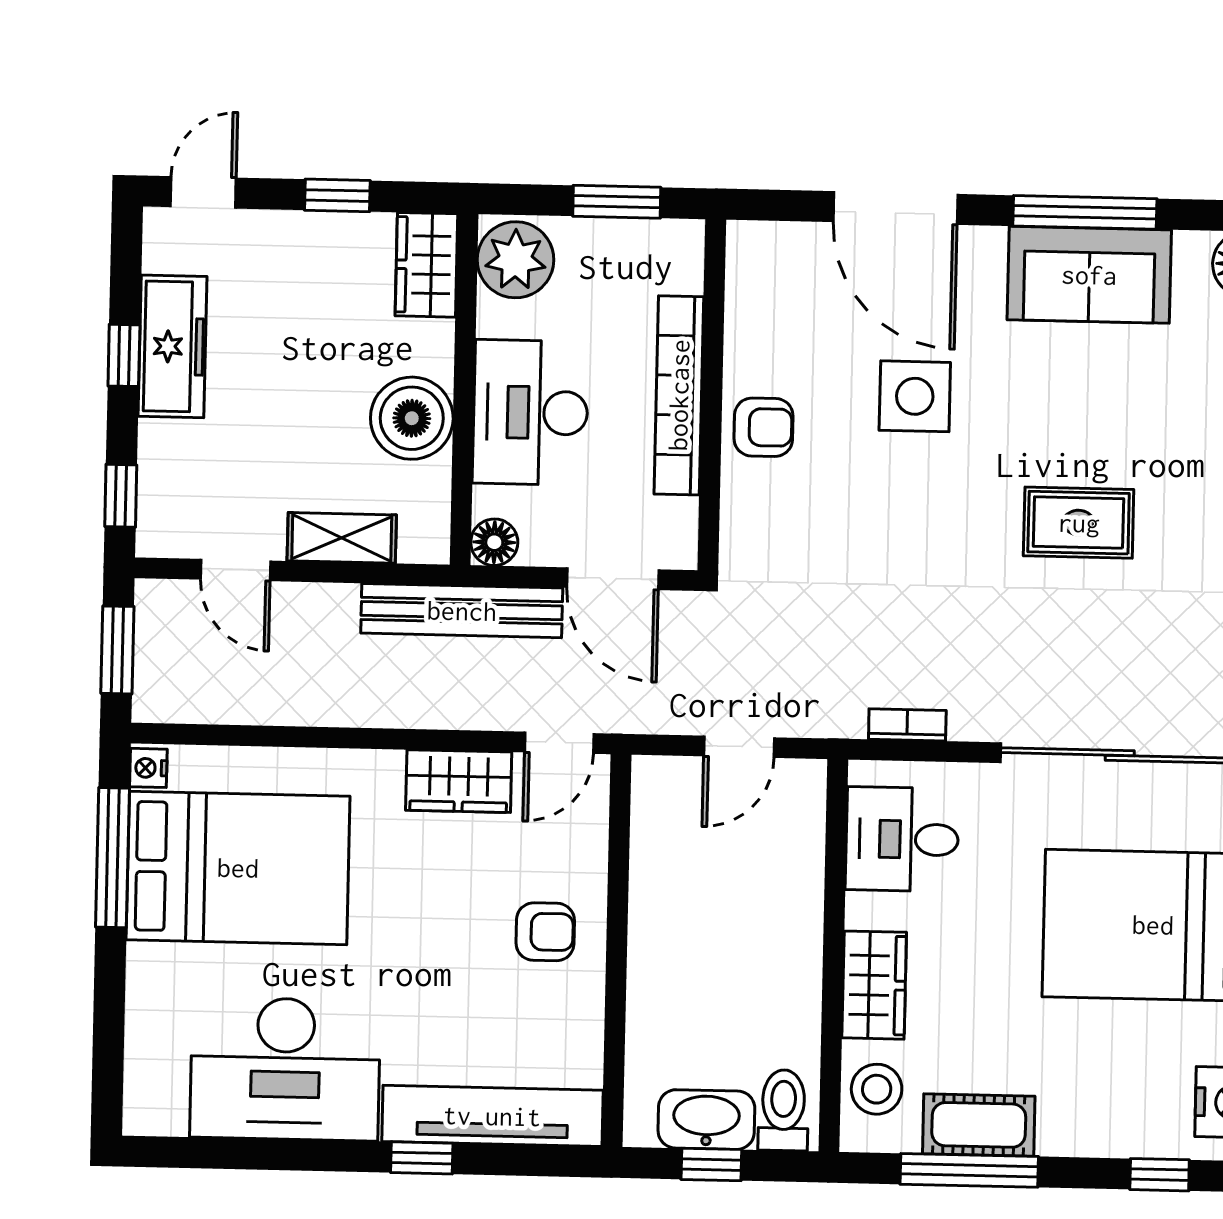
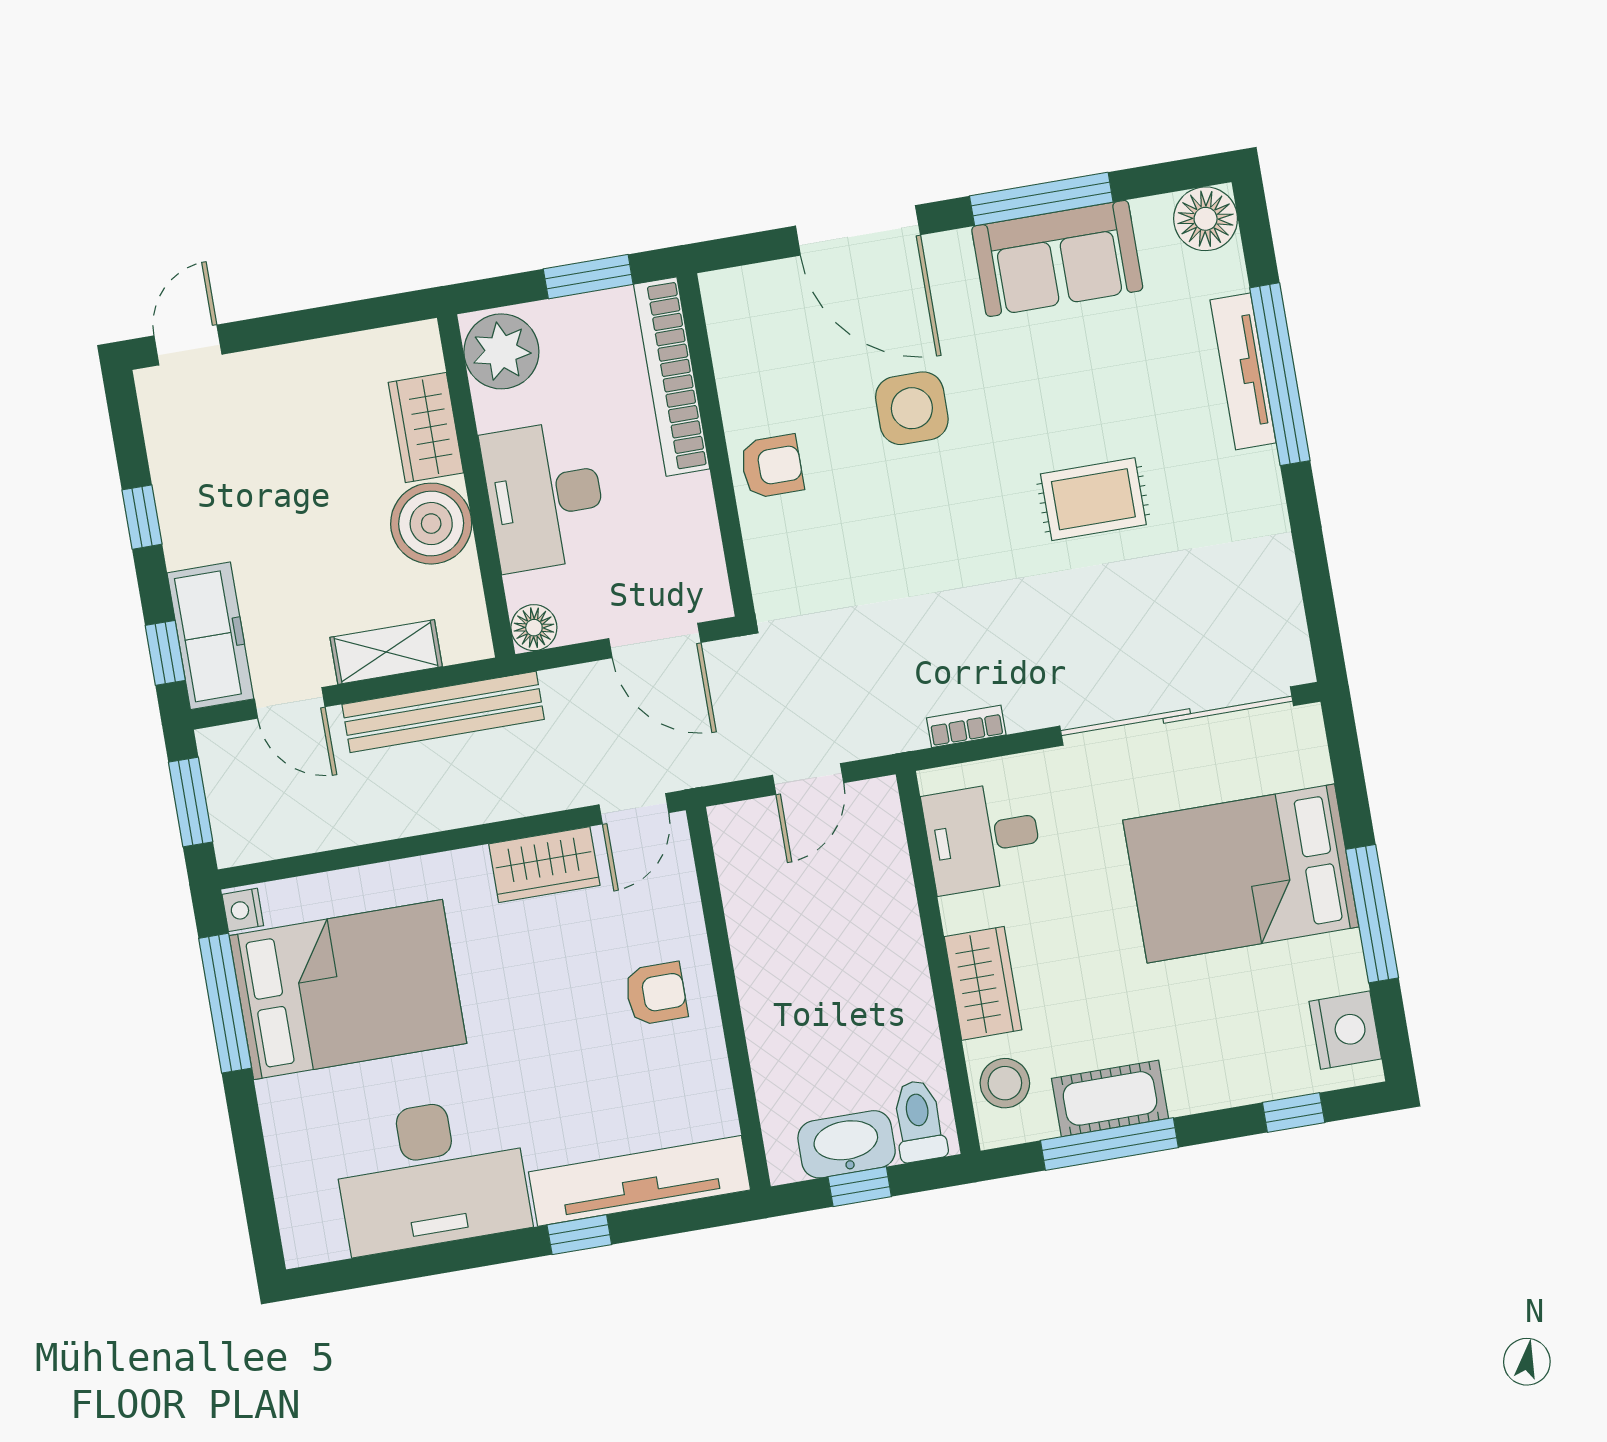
window: (337, 195) -> (318, 323), removed
wardrobe: (426, 265) -> (426, 428), moved
freezer: (172, 346) -> (210, 636), moved
bookcase: (679, 395) -> (672, 377), moved
bench: (462, 611) -> (443, 712), moved

